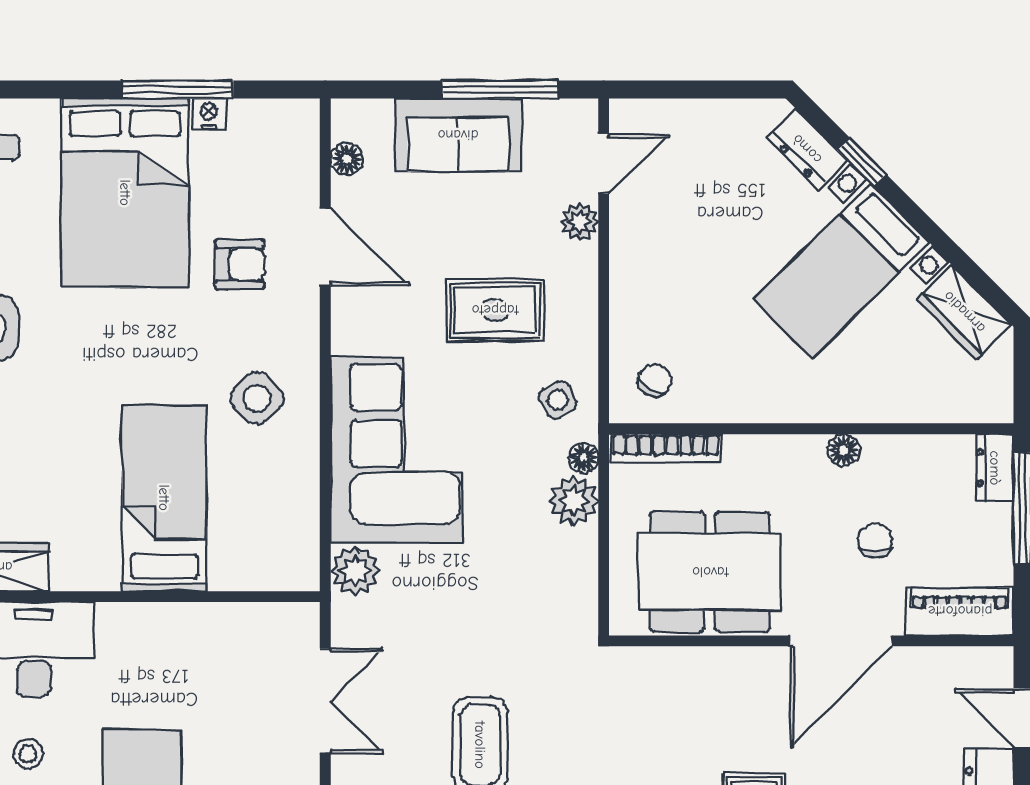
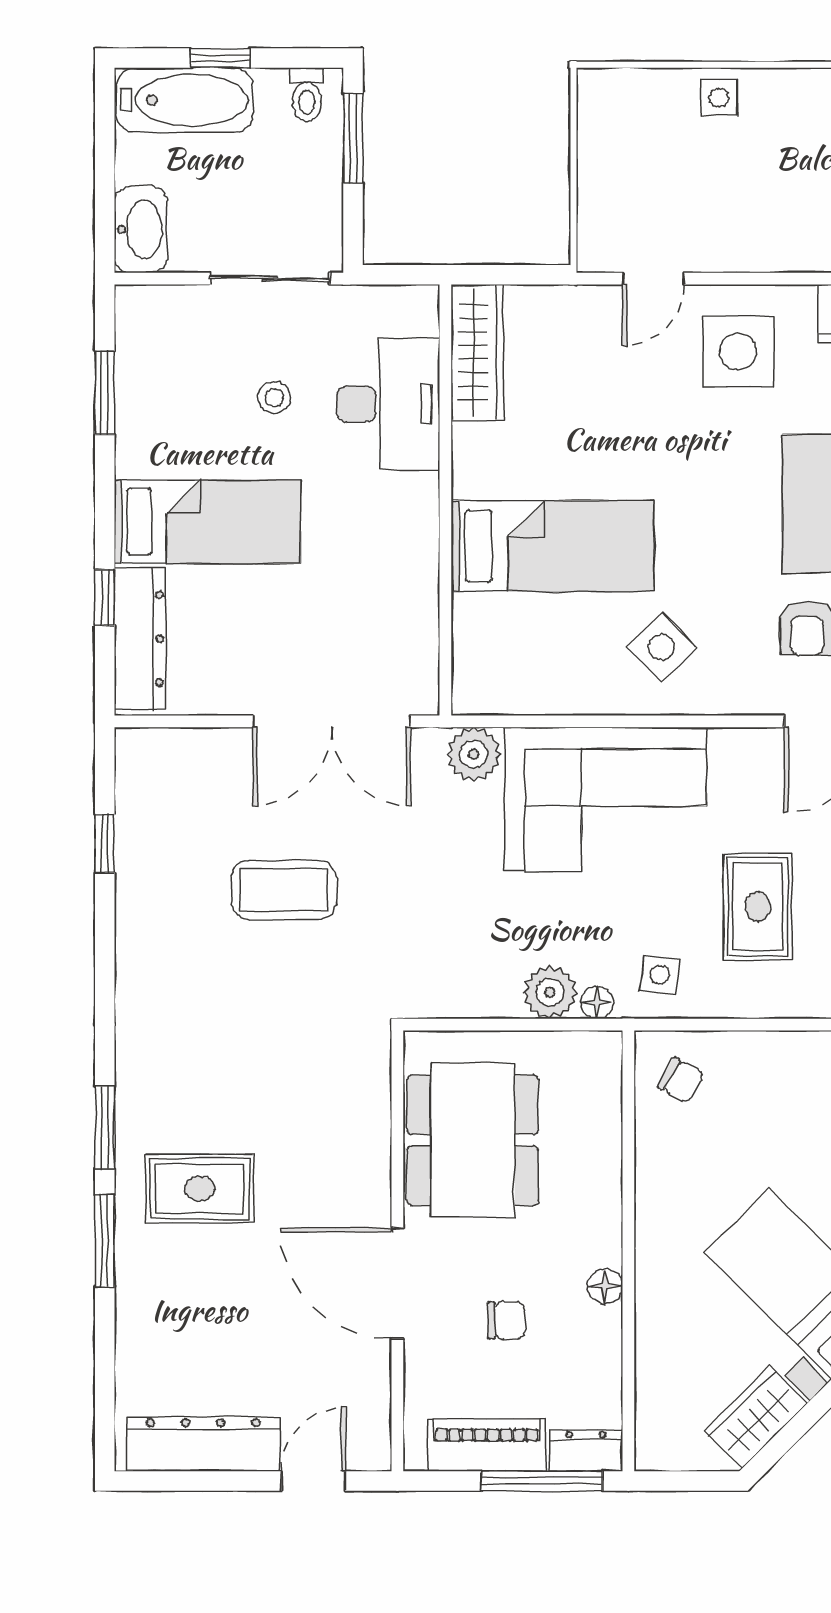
side table: (558, 400) -> (660, 975), turned 35
bookcase: (666, 448) -> (607, 1092), removed
piano: (960, 611) -> (487, 1445), moved, turned -90
double door: (325, 701) -> (332, 721), width x1.37

